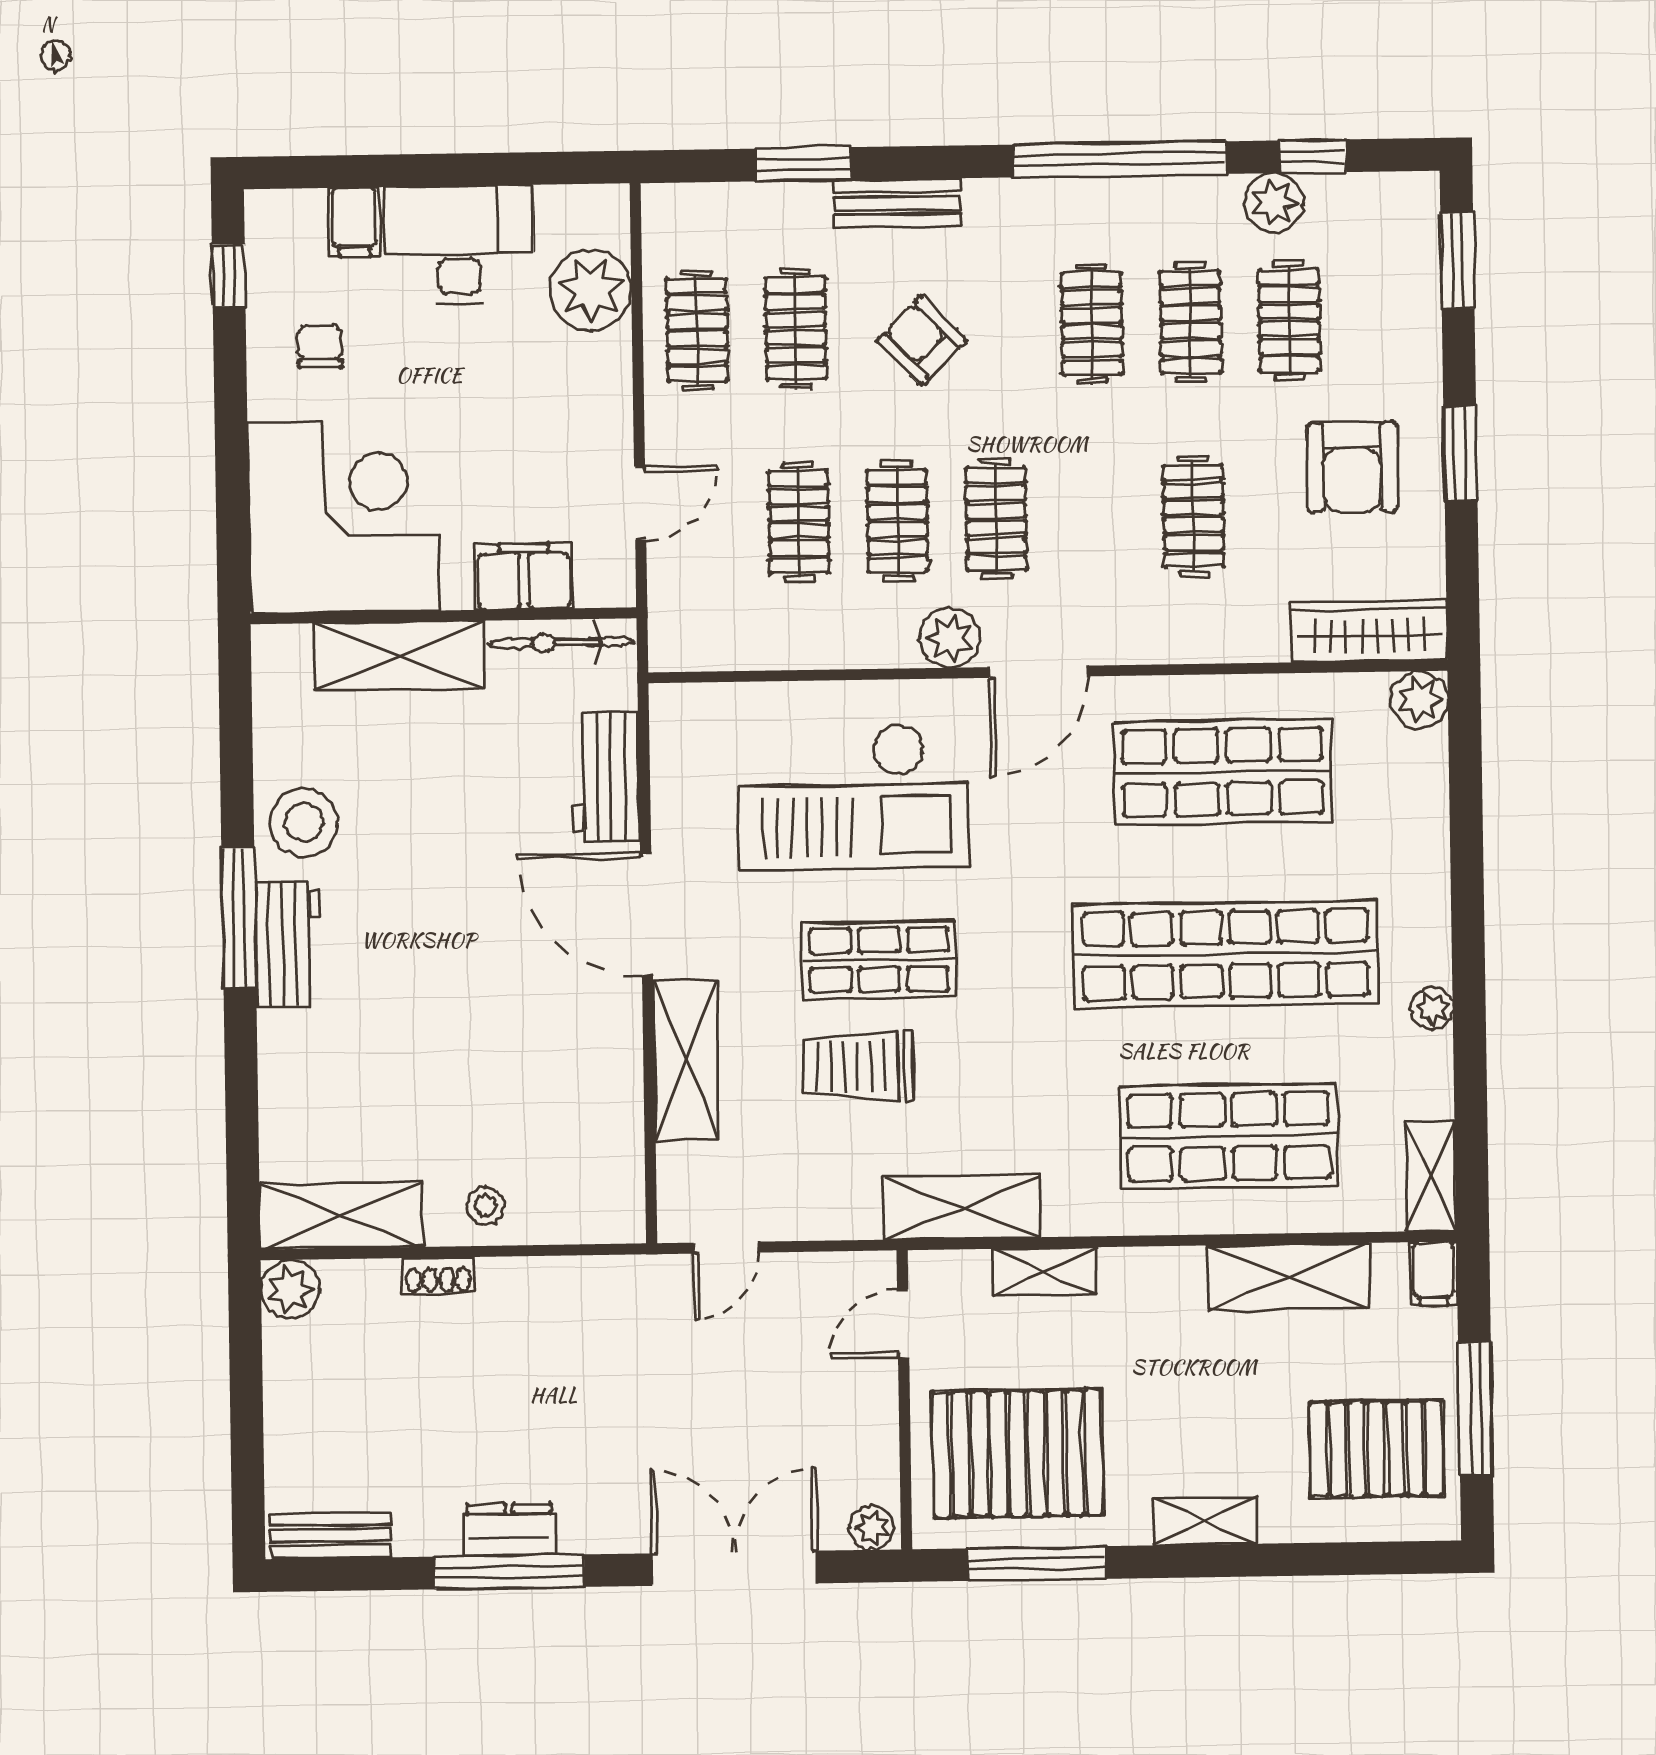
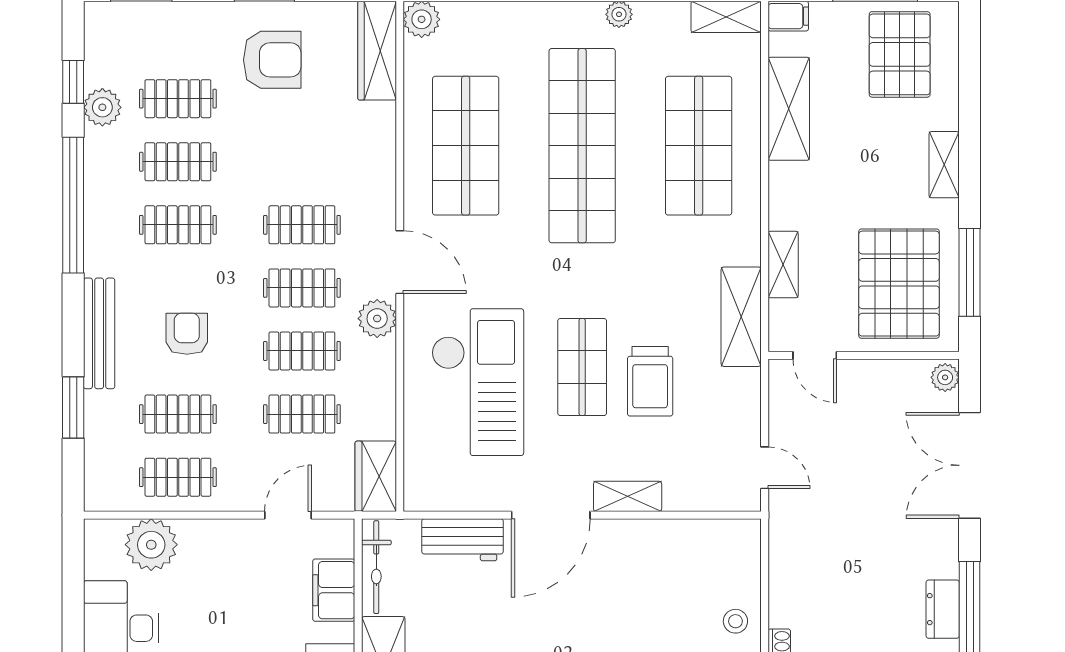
bench: (897, 203) -> (99, 333), width x1.36
armchair: (922, 340) -> (187, 334), turned 134
door: (640, 503) -> (288, 515), hinge flipped
clothes rail: (1194, 516) -> (302, 225), moved
wardrobe: (703, 639) -> (376, 476), added
shelving: (686, 1060) -> (628, 496), width x0.67, depth x0.75

